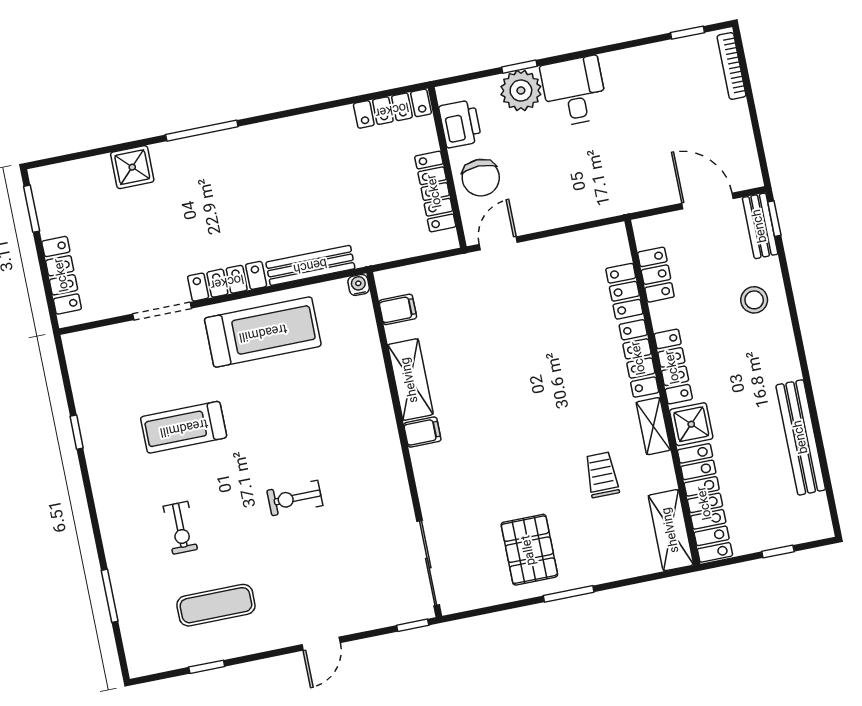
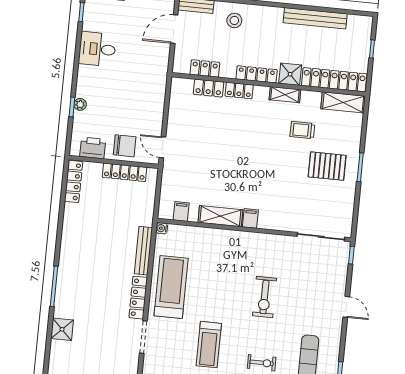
plant: (521, 91) -> (80, 104), width x0.53, depth x0.53
desk: (574, 91) -> (97, 49), moved
locker: (639, 358) -> (239, 91), width x0.66
exercise bike: (295, 498) -> (265, 297), width x1.38, depth x1.39
pallet: (529, 550) -> (327, 166), moved

